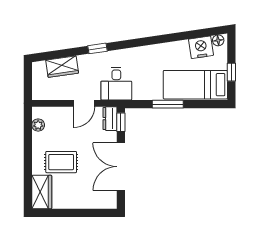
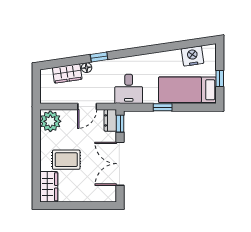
floor lamp: (218, 40) -> (87, 68), moved
desk: (116, 84) -> (129, 89), moved
window: (168, 104) -> (163, 107), width x0.67
plant: (38, 125) -> (50, 121), width x1.88, depth x1.88

